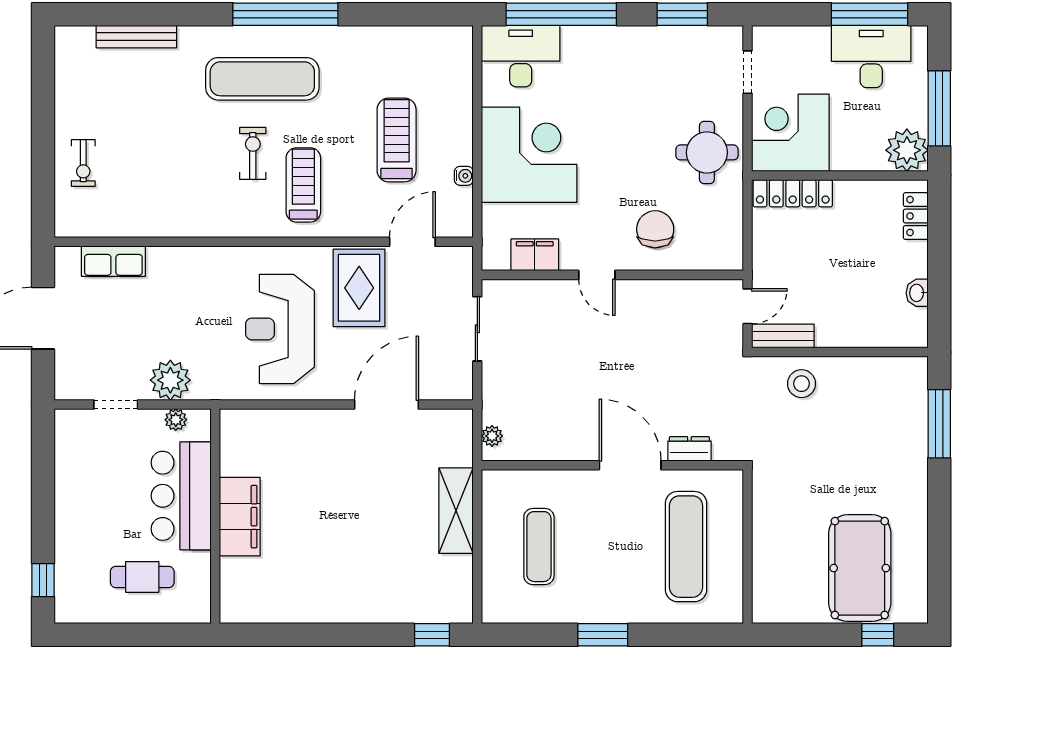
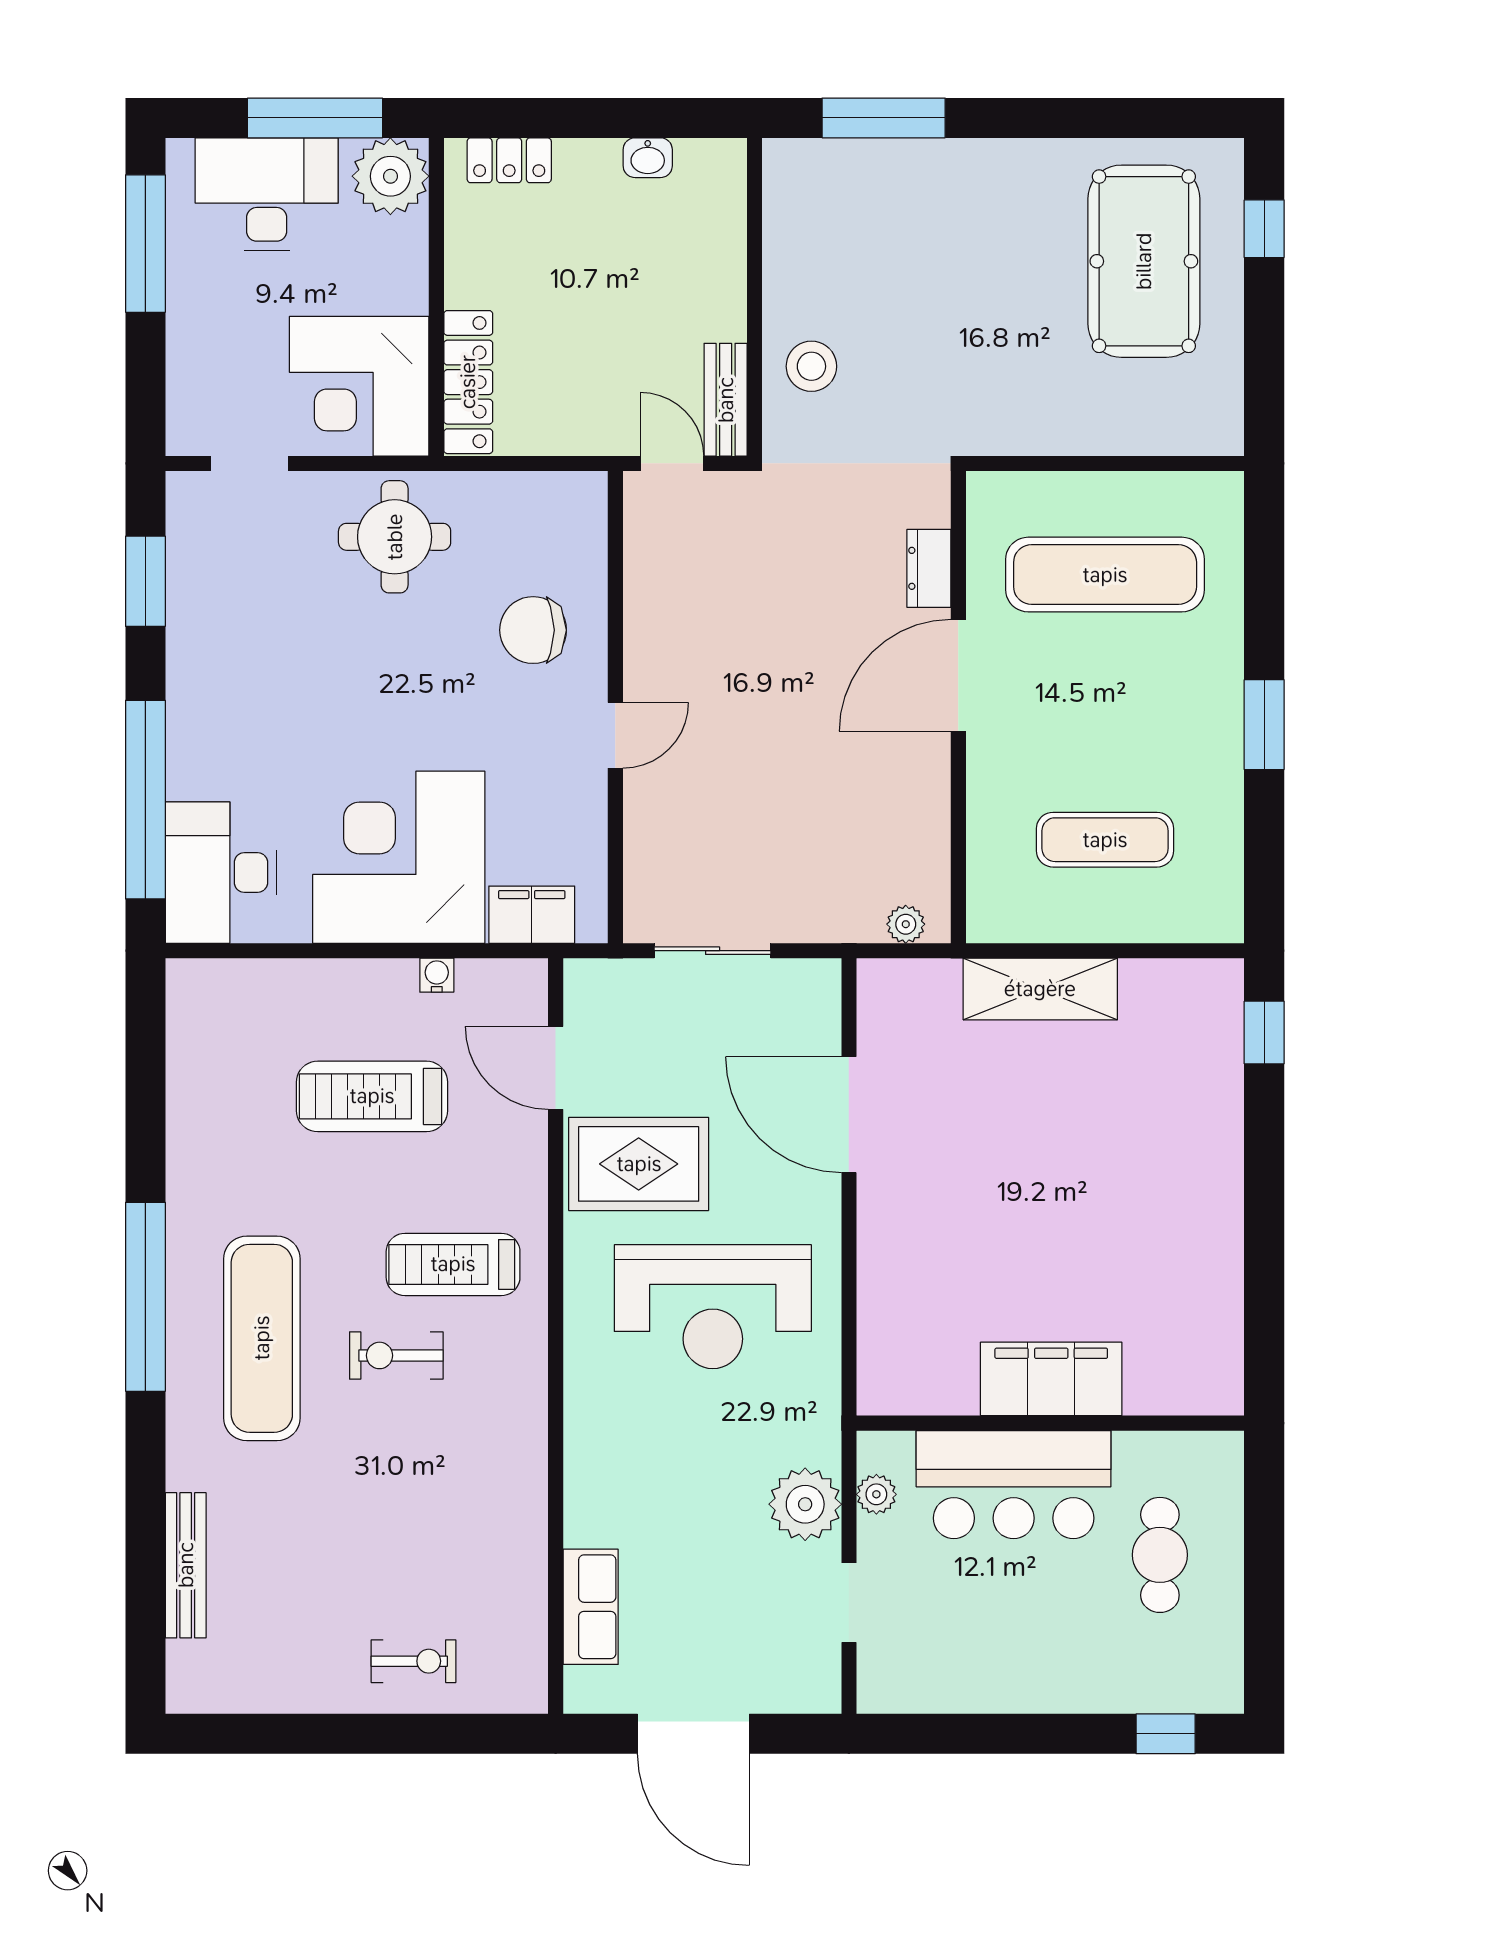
desk: (871, 56) -> (267, 194), moved, turned 90
filing cabinet: (535, 255) -> (532, 915), moved, turned 90
pool table: (860, 568) -> (1144, 261), turned 90

